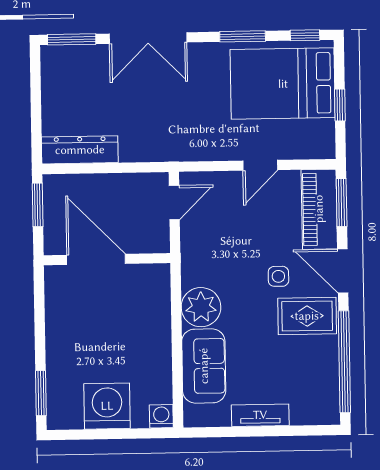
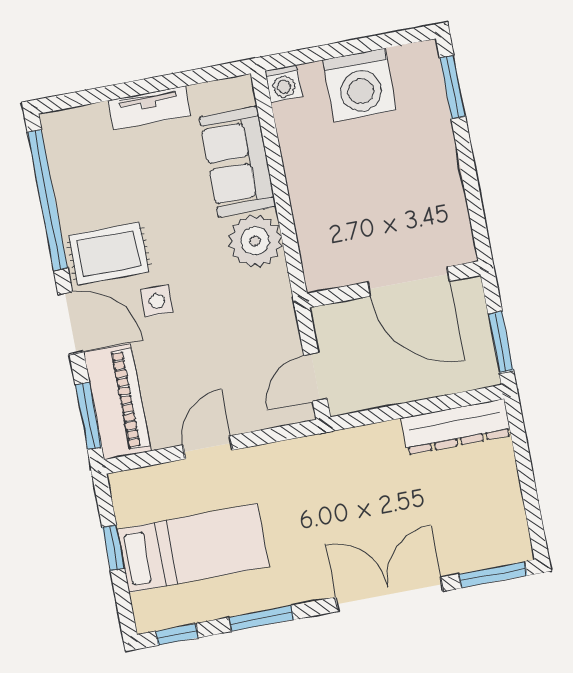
bed: (283, 84) -> (193, 548), width x0.67

